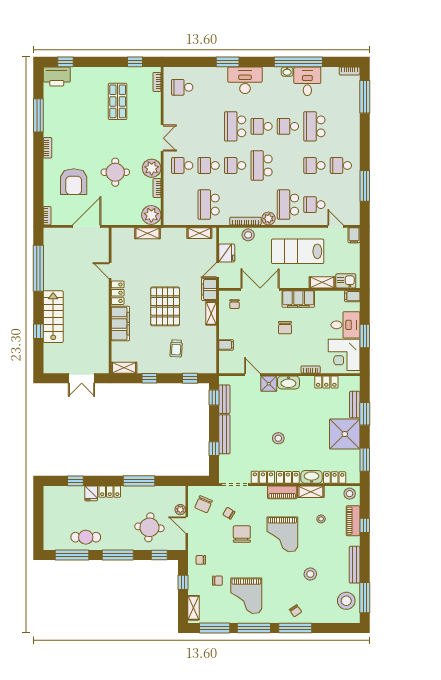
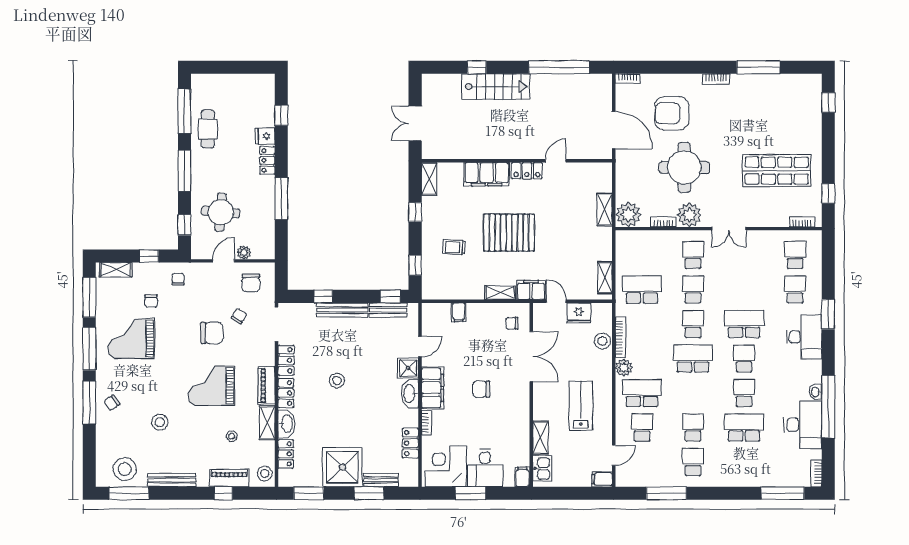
printer: (57, 76) -> (809, 91), removed
desk: (307, 81) -> (803, 425), width x1.37
school desk: (209, 87) -> (795, 289), added
shop shelf: (118, 101) -> (777, 171), width x1.43, depth x1.36
round table: (115, 172) -> (684, 168), width x1.36, depth x1.36
lab bench: (298, 251) -> (581, 406), width x0.73, depth x0.72
filing cabinet: (298, 299) -> (433, 388), moved, turned 180
chair: (204, 504) -> (251, 283), turned -113

